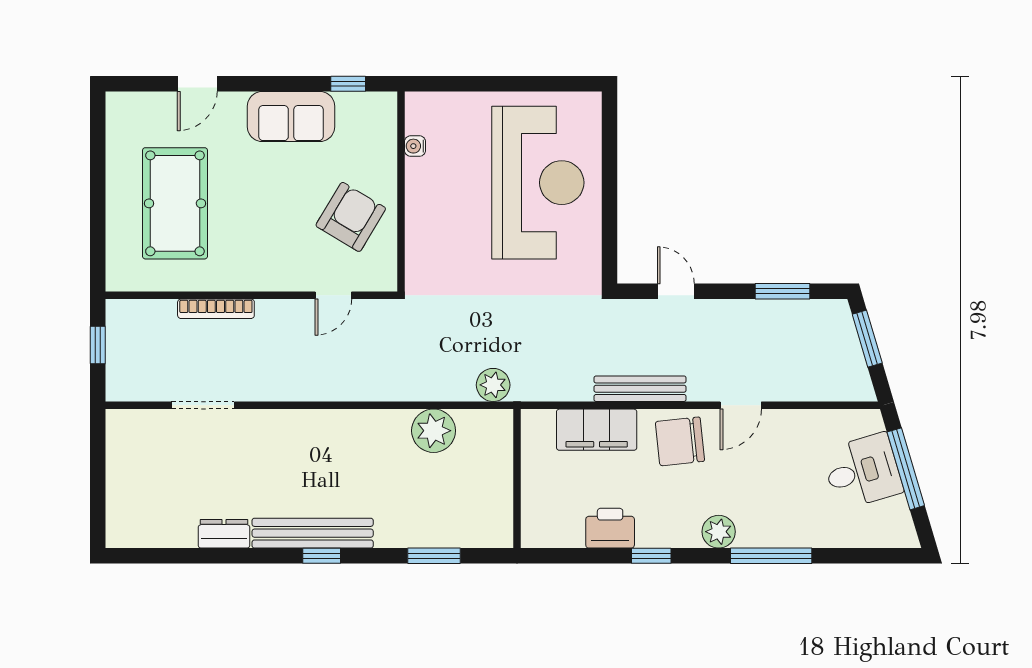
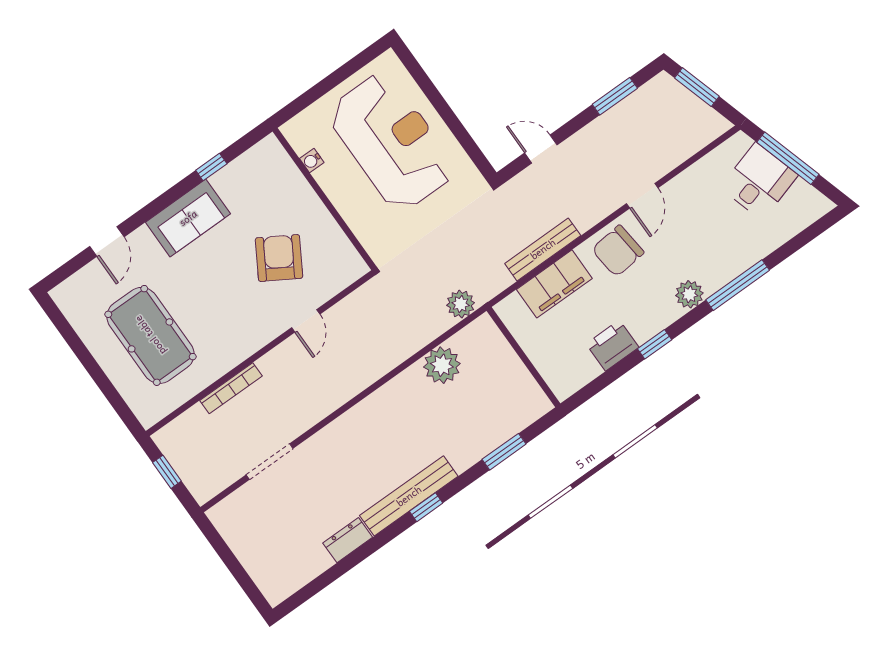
water cooler: (415, 146) -> (312, 161), moved
wall: (401, 191) -> (324, 199), moved
bench: (640, 389) -> (543, 249), moved

